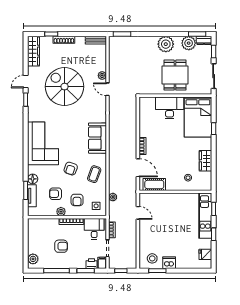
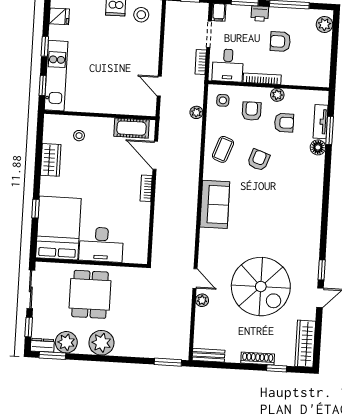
corner sofa: (43, 143) -> (299, 201), removed
printer: (92, 264) -> (260, 14), moved

